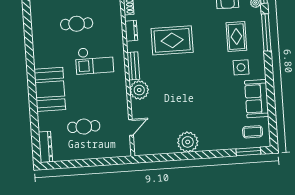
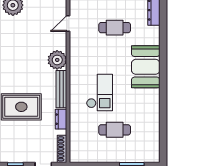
checkout: (94, 60) -> (100, 92), turned 90
bench: (133, 66) -> (61, 89), width x1.36

